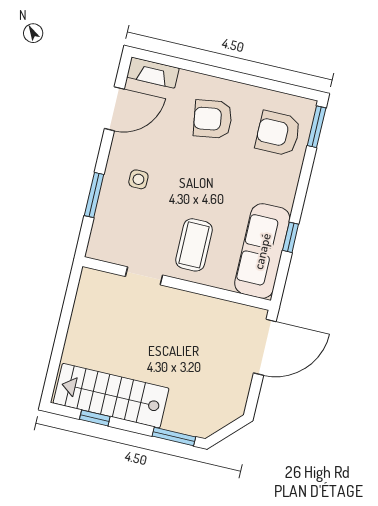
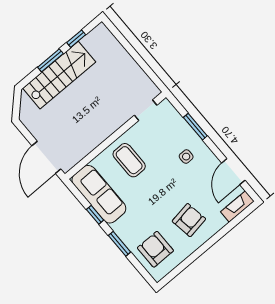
window: (317, 127) -> (119, 244), moved
armchair: (278, 133) -> (155, 249), turned -90
doorway: (144, 276) -> (146, 110), moved
stairs: (111, 396) -> (59, 75), moved
window: (174, 436) -> (50, 60), moved

